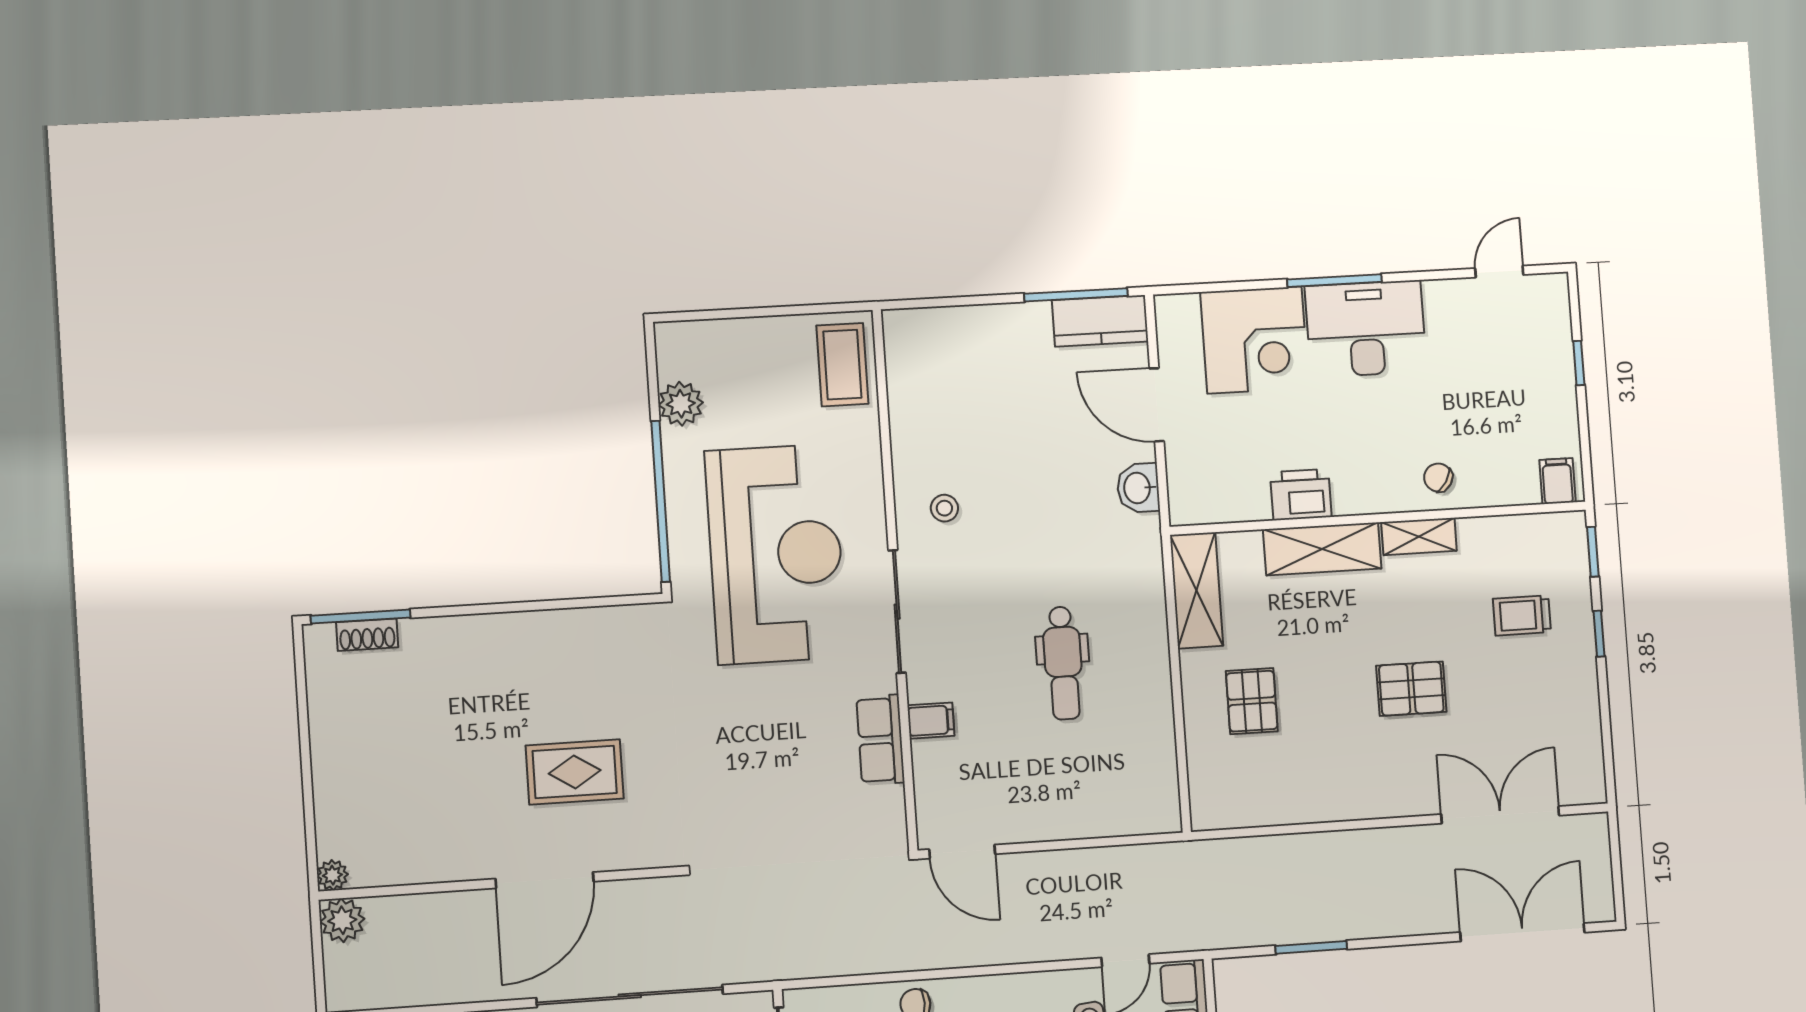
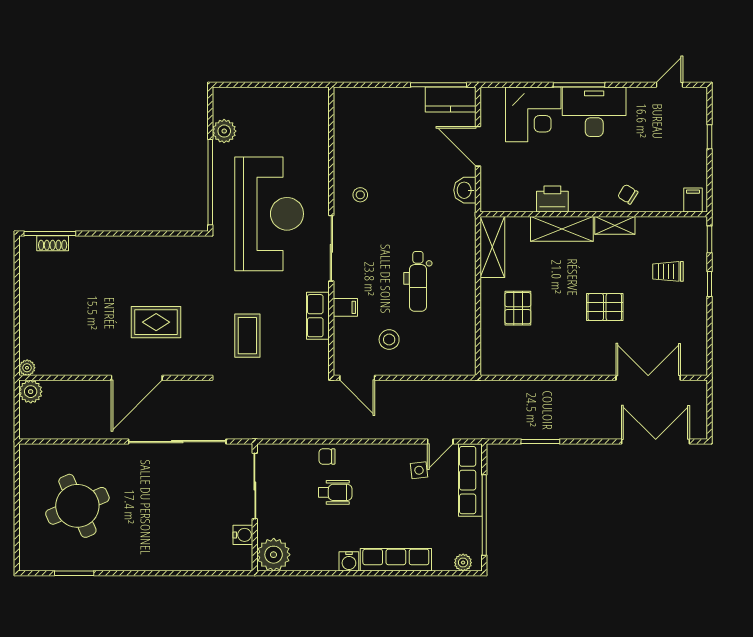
coffee table: (842, 365) -> (247, 336), moved
stool: (1017, 776) -> (389, 340), added

